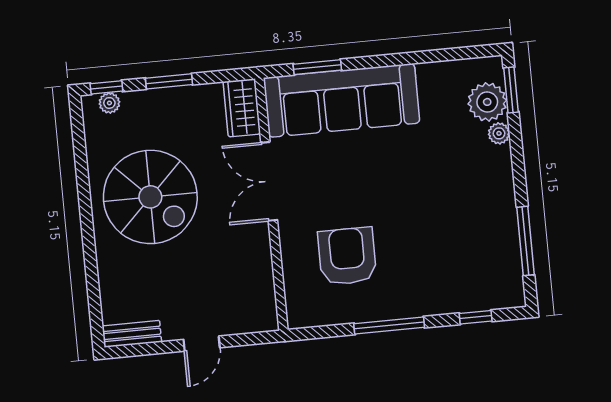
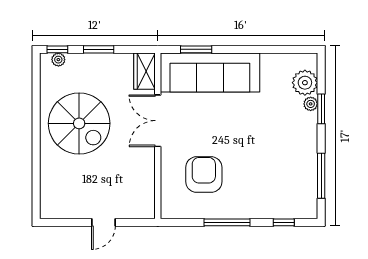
window: (511, 90) -> (321, 109), moved
bench: (132, 334) -> (59, 212), removed

